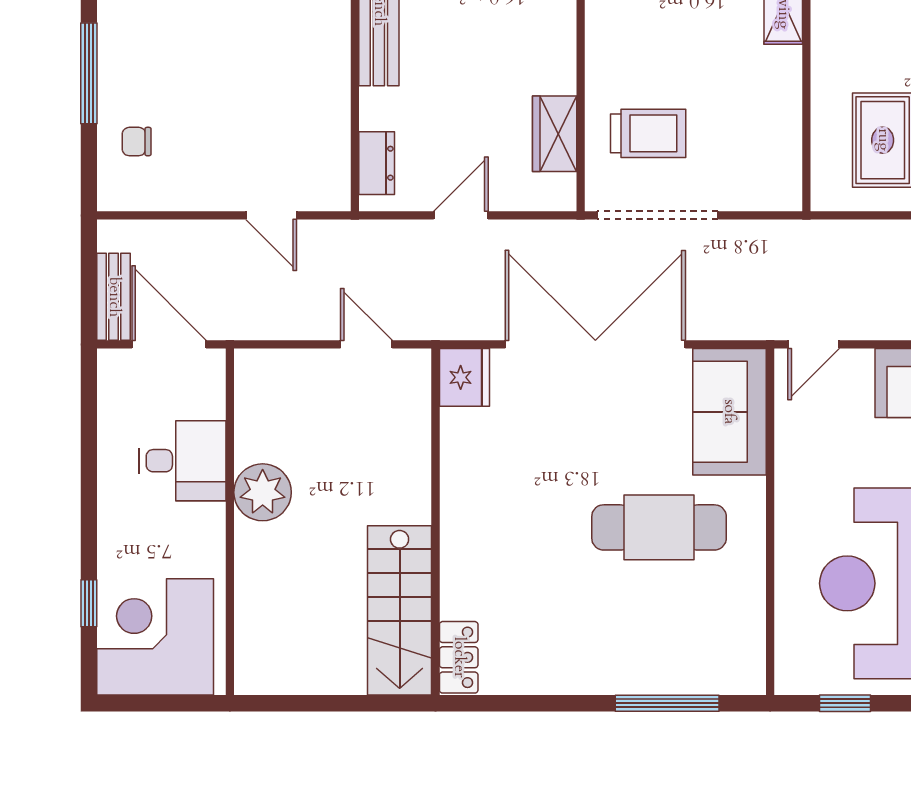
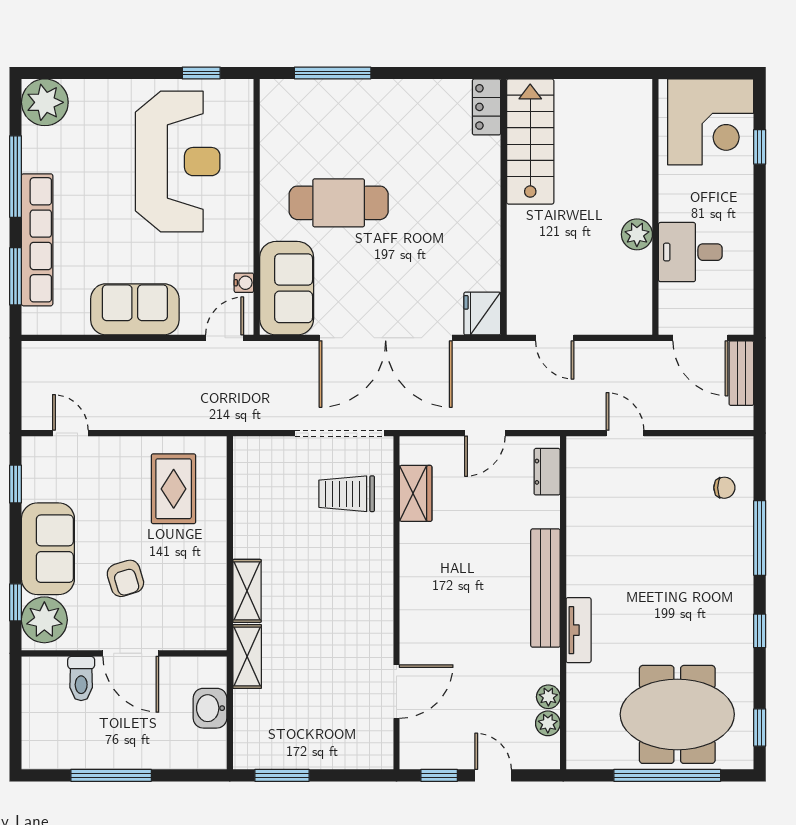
water cooler: (787, 419) -> (244, 283), added
plant: (263, 492) -> (637, 234), width x0.73, depth x0.73

